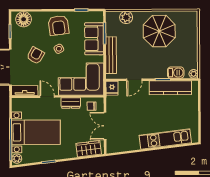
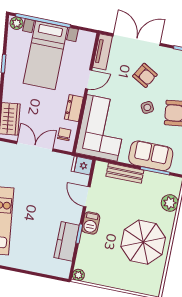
bench: (111, 55) -> (125, 173), width x0.73
barbecue: (176, 73) -> (91, 223), moved
kitchen counter: (170, 88) -> (67, 241), width x0.67

